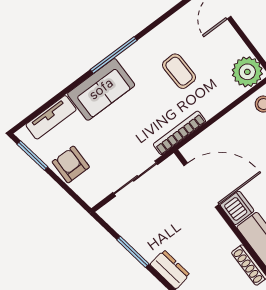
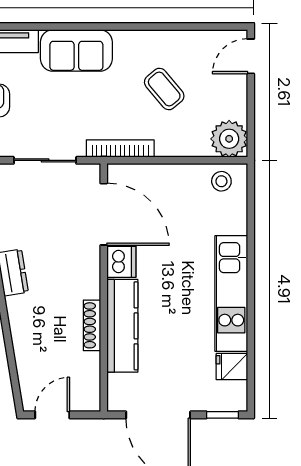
window: (114, 55) -> (113, 26), removed
coffee table: (179, 71) -> (164, 89), turned -38

